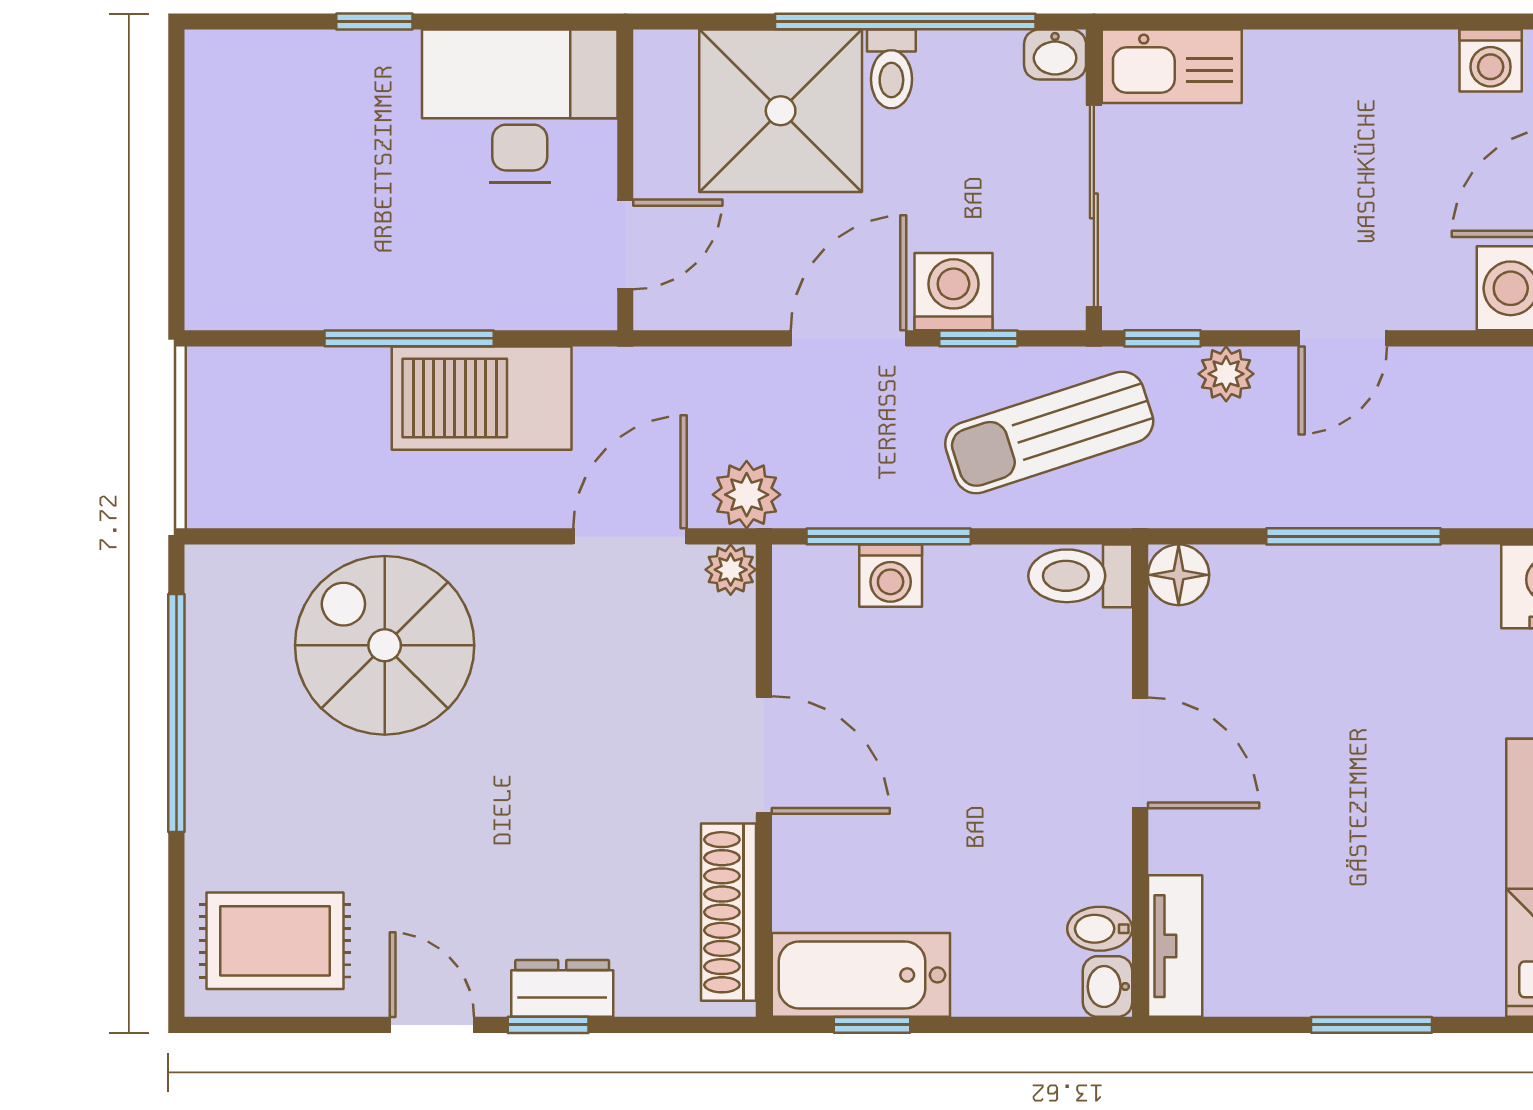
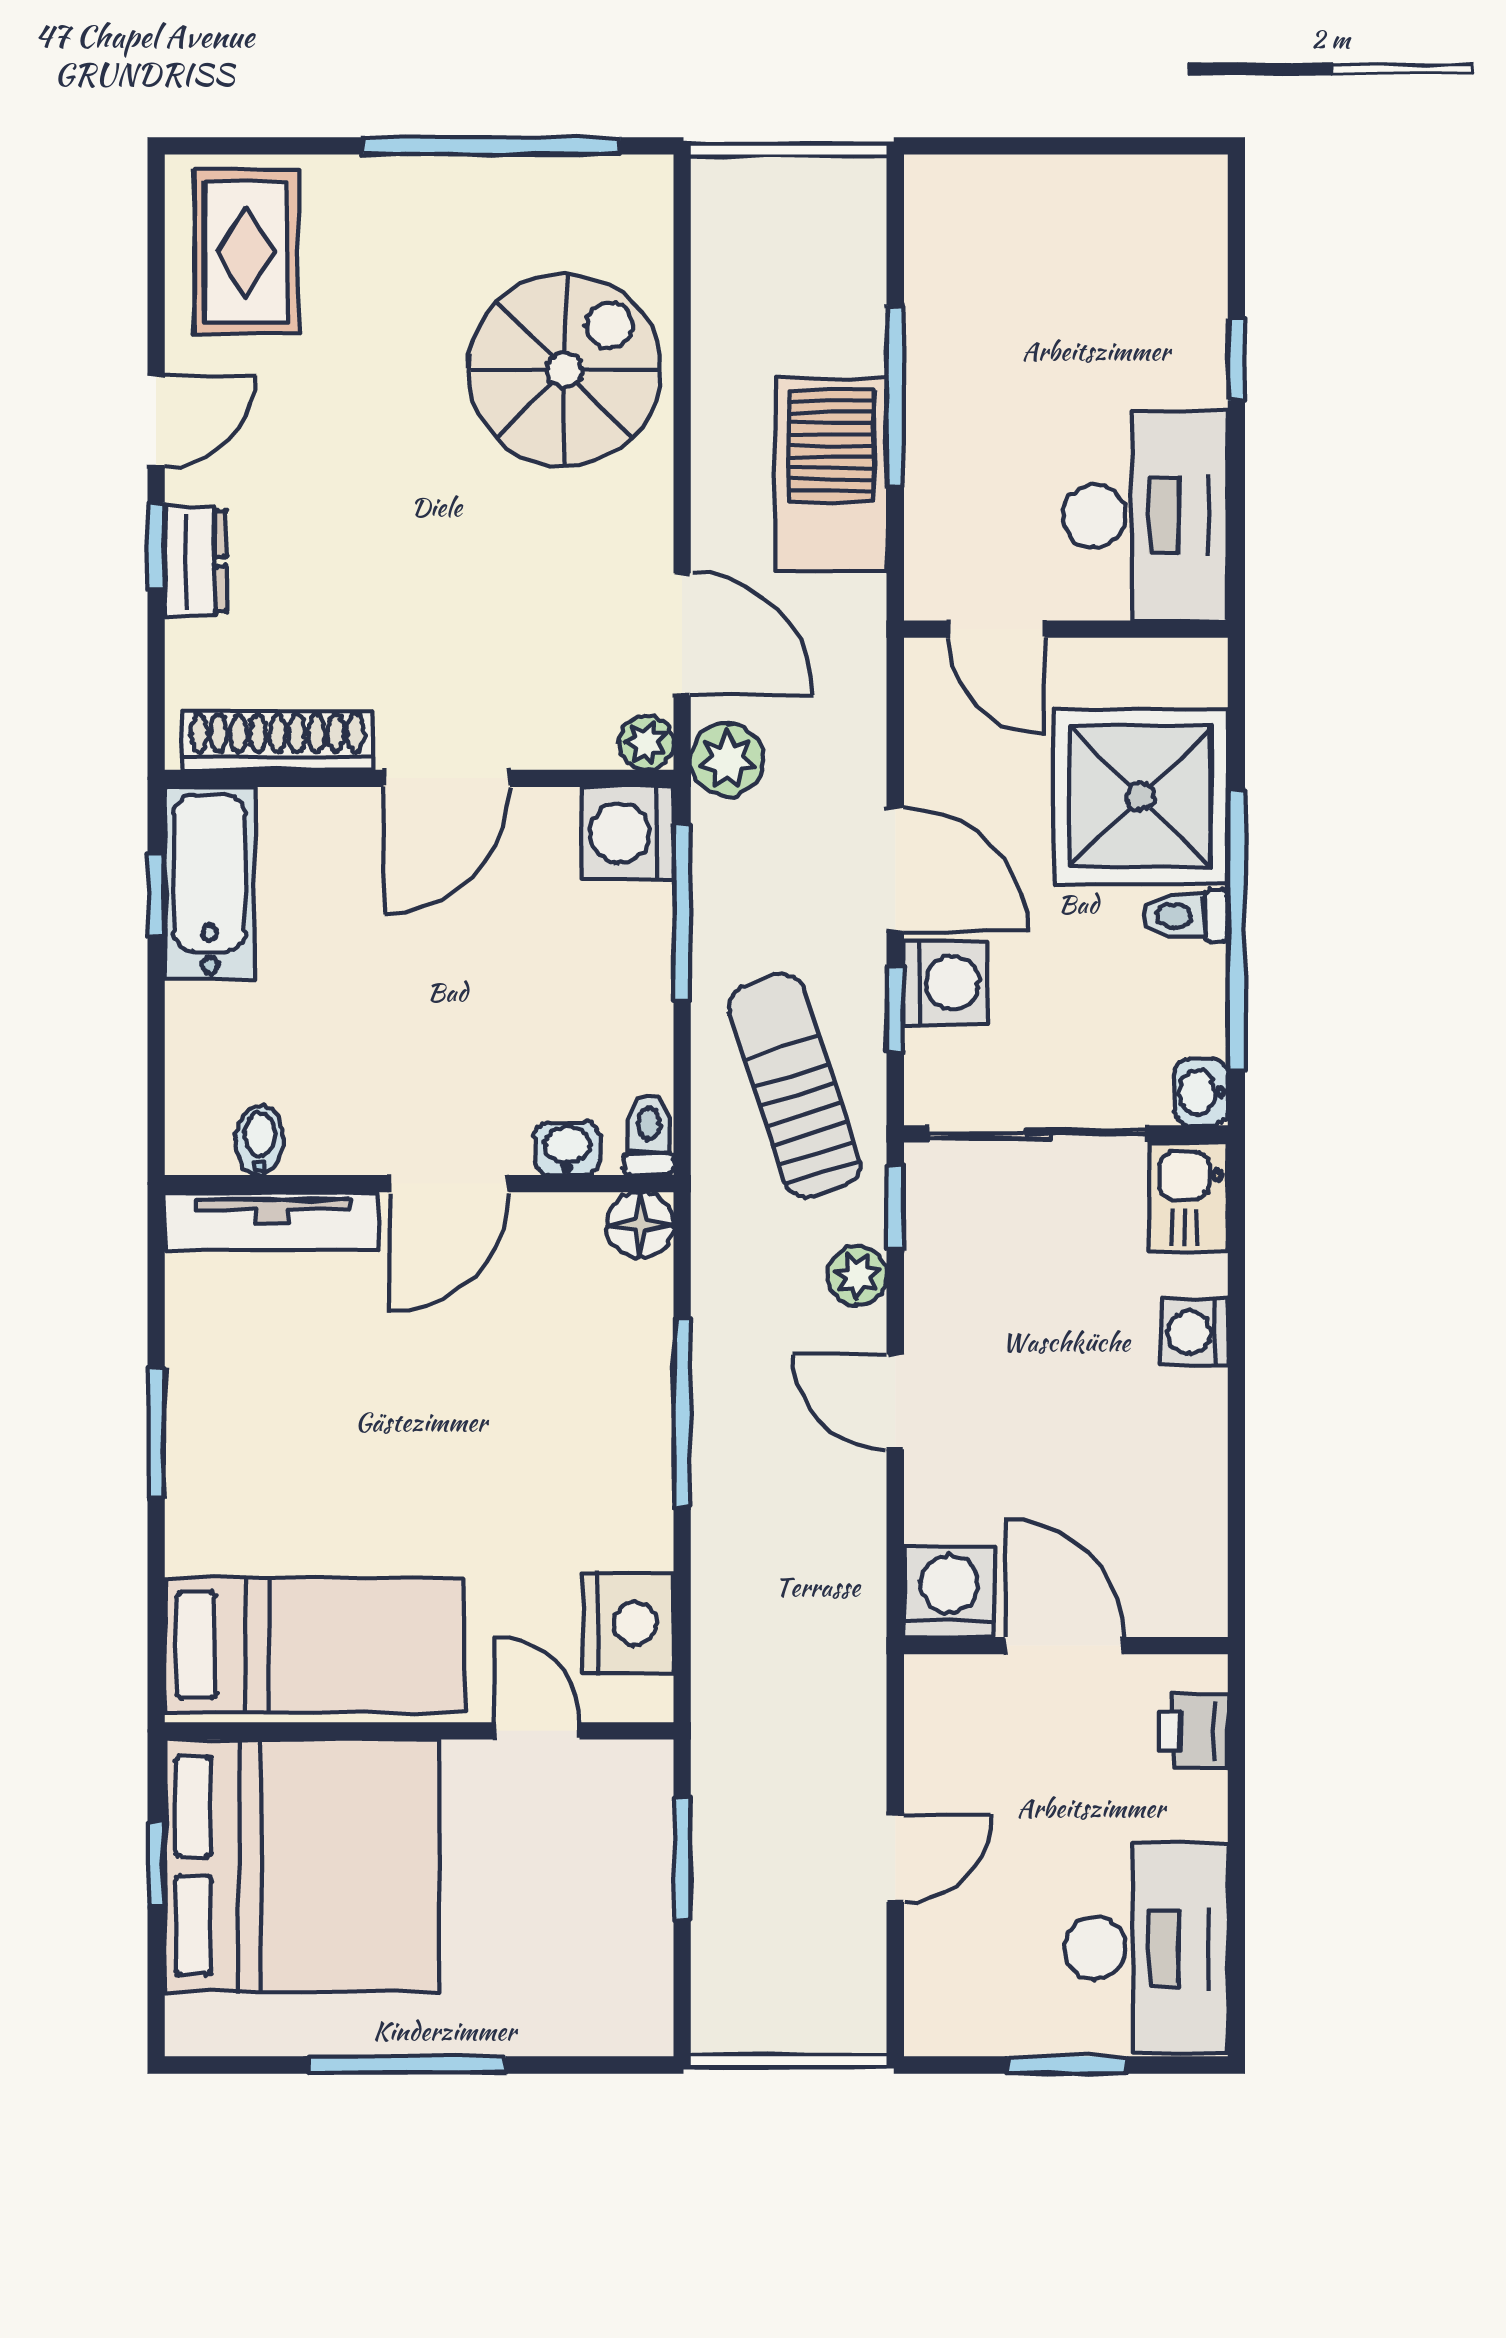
washing machine: (1491, 61) -> (1194, 1332), moved
kitchen sink: (1172, 66) -> (1188, 1197), width x0.73
washing machine: (891, 576) -> (627, 833), moved, width x1.38, depth x1.38
toilet: (1080, 576) -> (649, 1135), width x0.73, depth x0.72
tv unit: (1175, 946) -> (272, 1221), width x1.41
washbasin: (1108, 987) -> (567, 1149), moved

